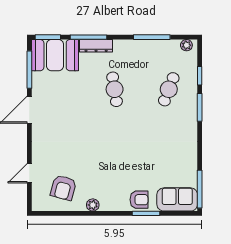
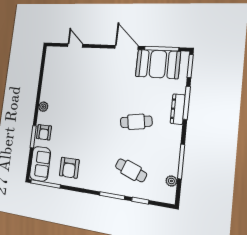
plant: (186, 45) -> (171, 181), moved
booth: (55, 55) -> (158, 64), moved, turned 90
armchair: (63, 188) -> (69, 168), moved, turned -105
plant: (93, 205) -> (43, 107), moved

